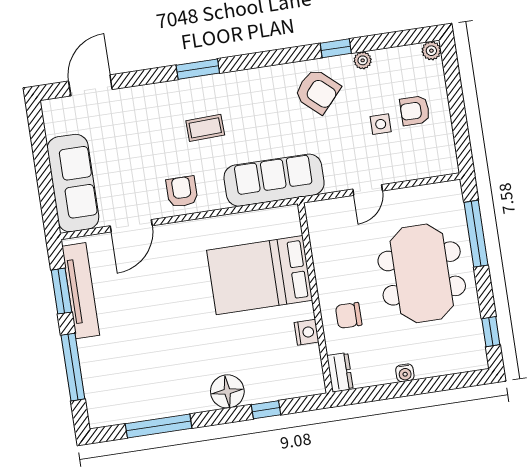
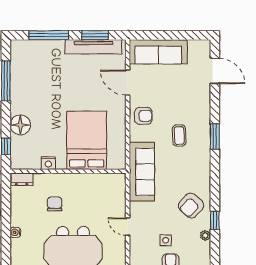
bed: (260, 275) -> (87, 140), moved
wall: (315, 298) -> (68, 171), moved
nightstand: (306, 332) -> (48, 163), moved
dresser: (340, 372) -> (22, 179), moved

